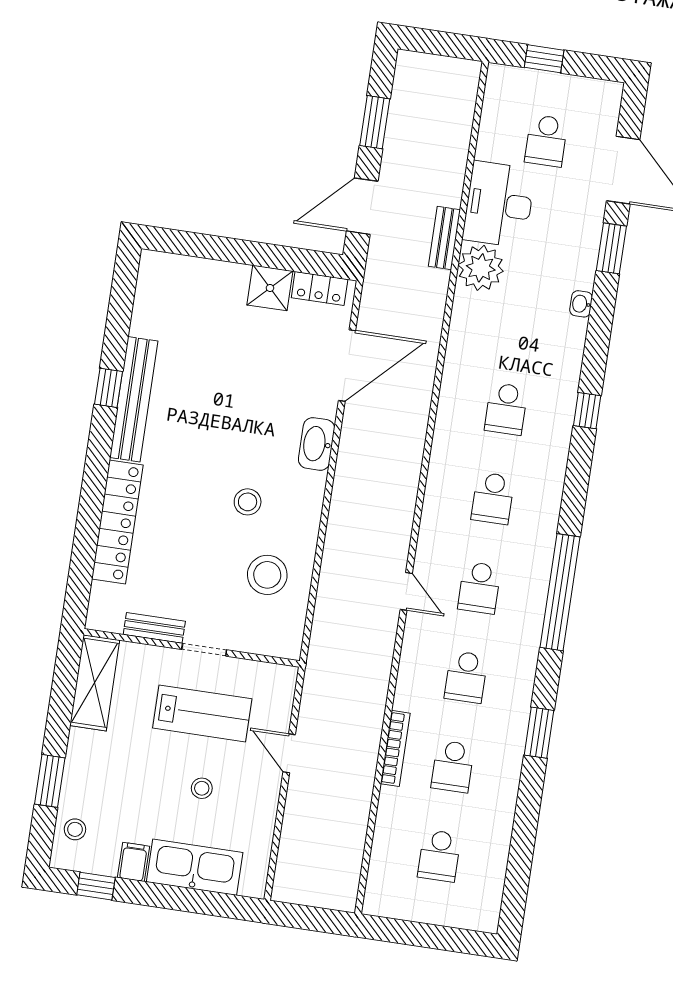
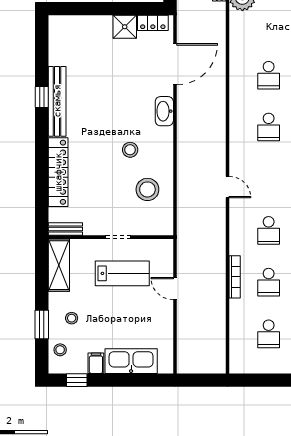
school desk: (479, 588) -> (269, 179), removed
bench: (154, 628) -> (65, 229), moved
stool: (202, 788) -> (72, 318), moved

